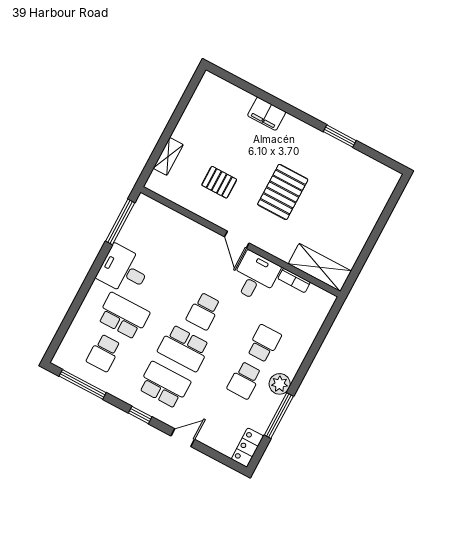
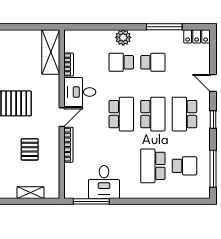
bookcase: (200, 230) -> (68, 145), added
desk: (124, 270) -> (104, 182), moved
school desk: (204, 311) -> (121, 114), width x1.85
plant: (280, 384) -> (123, 37), moved

